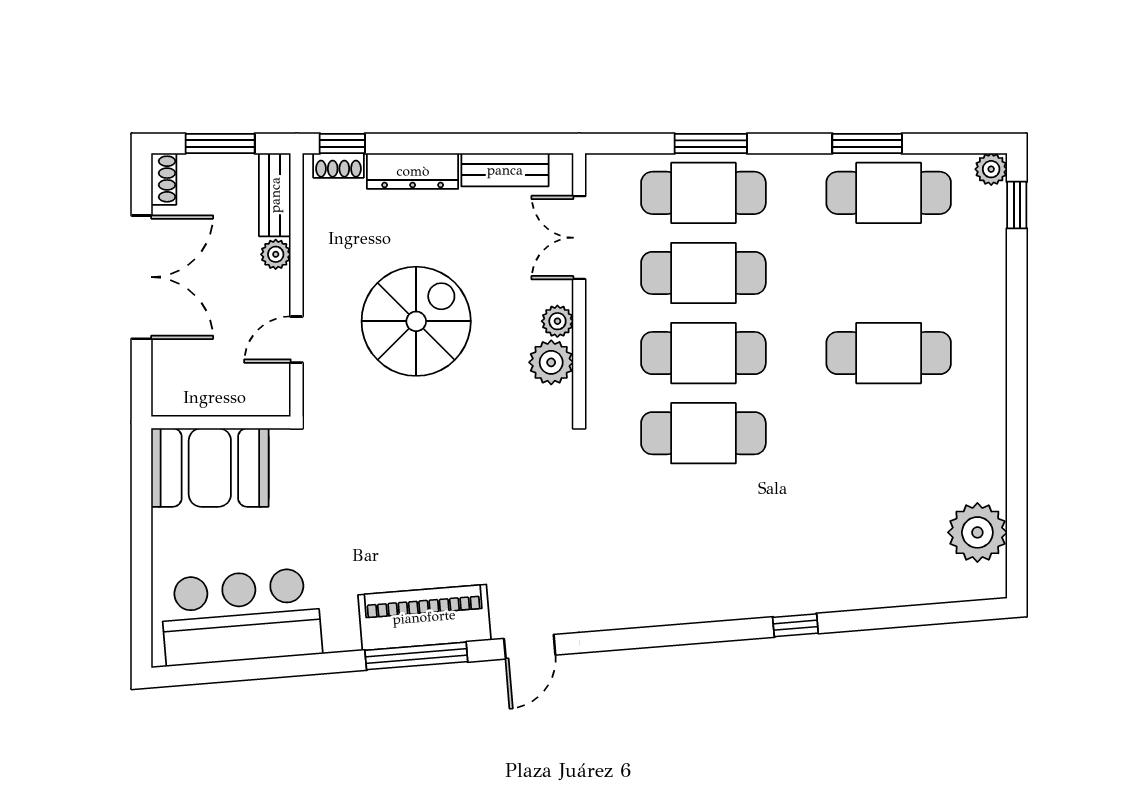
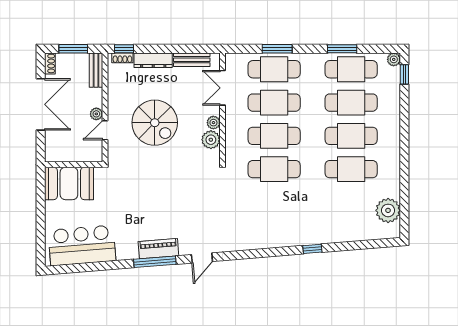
plant: (276, 254) -> (96, 114), moved
cafe table: (889, 273) -> (351, 103), added
spiral stairs: (416, 321) -> (155, 123), turned 90
cafe table: (889, 433) -> (351, 169), added
piano: (424, 617) -> (158, 249), width x0.73, depth x0.75

